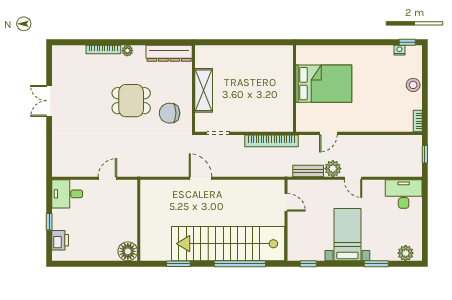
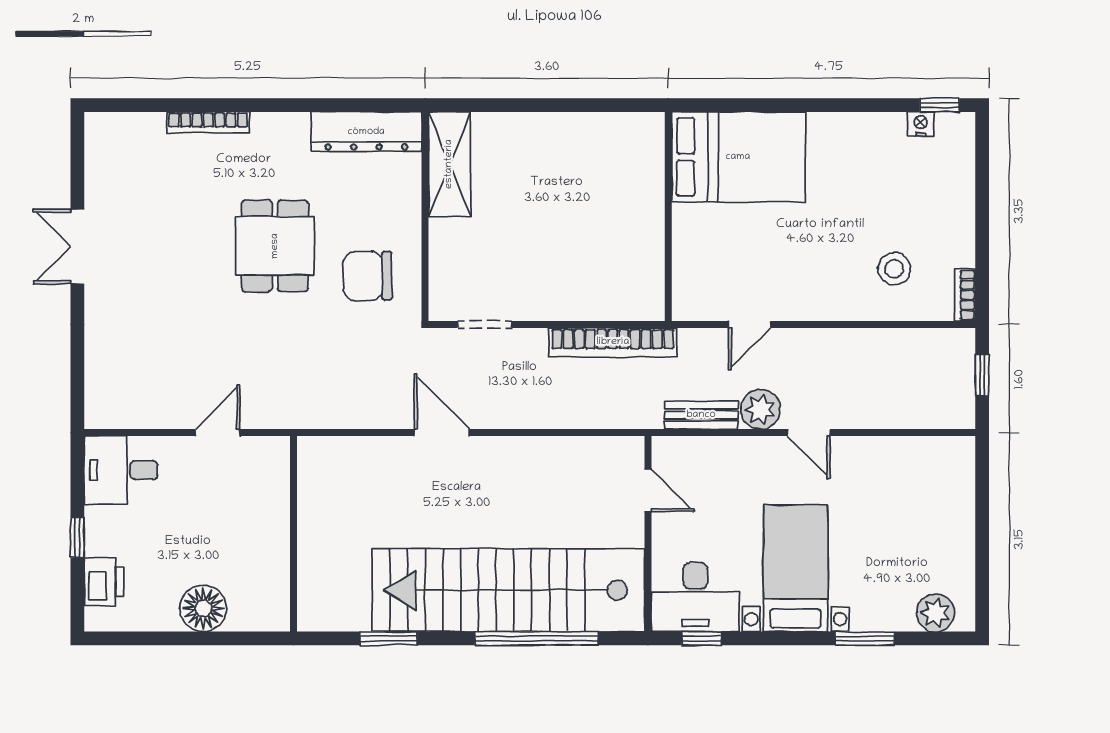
plant: (127, 51) -> (266, 125), removed
bed: (324, 84) -> (738, 157), moved
stool: (413, 85) -> (894, 269), moved
shelving: (204, 90) -> (449, 164), moved
dining table: (131, 101) -> (275, 246), turned 90
desk: (404, 194) -> (695, 597), moved, turned 180
floor lamp: (128, 251) -> (203, 608), moved

